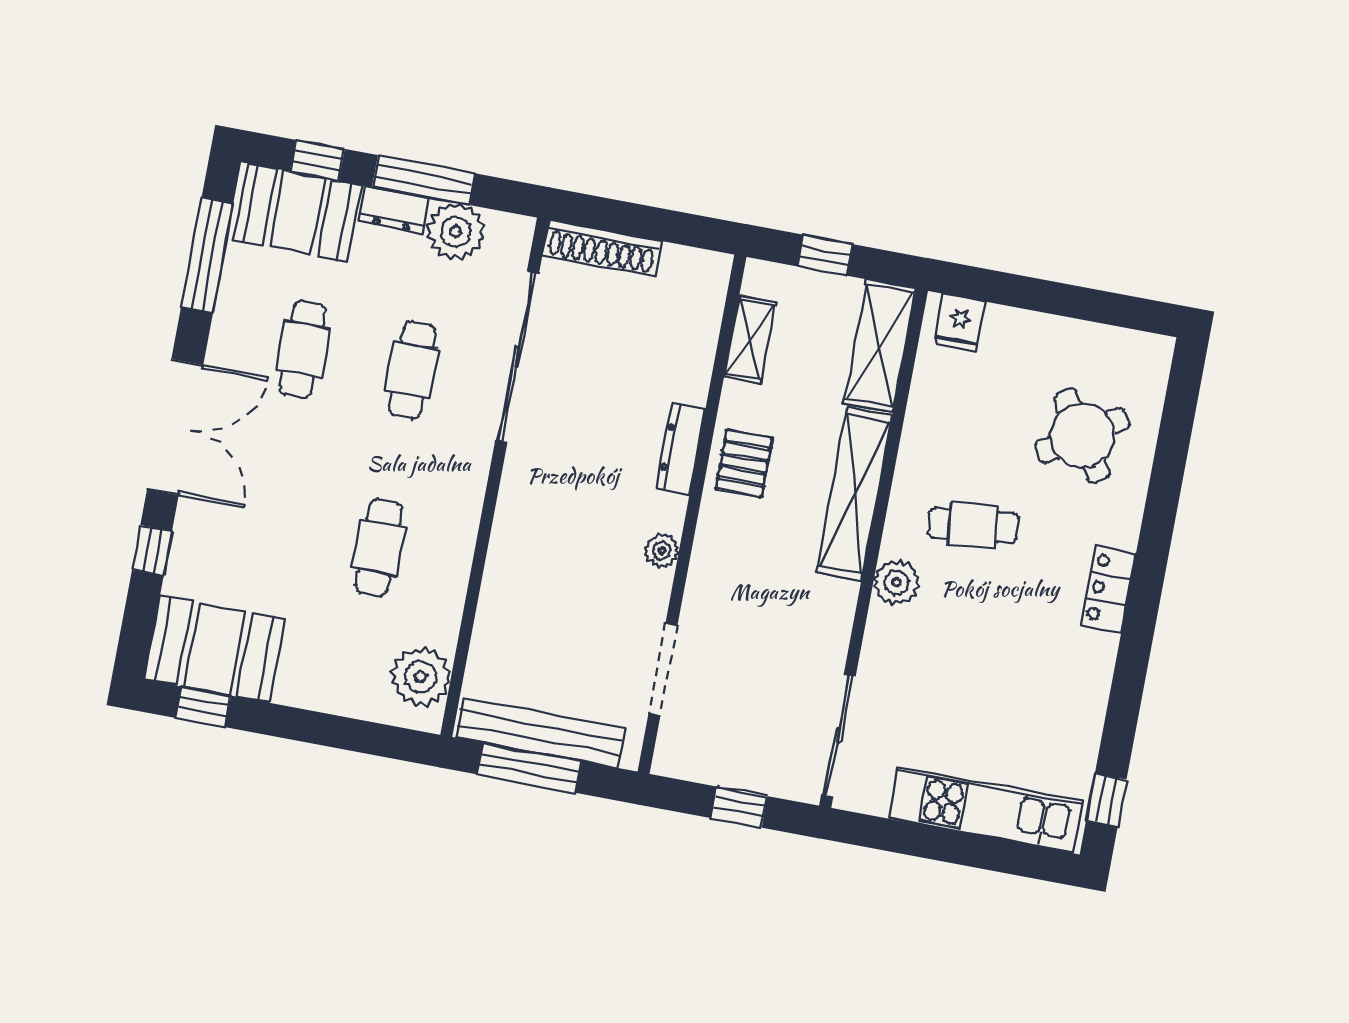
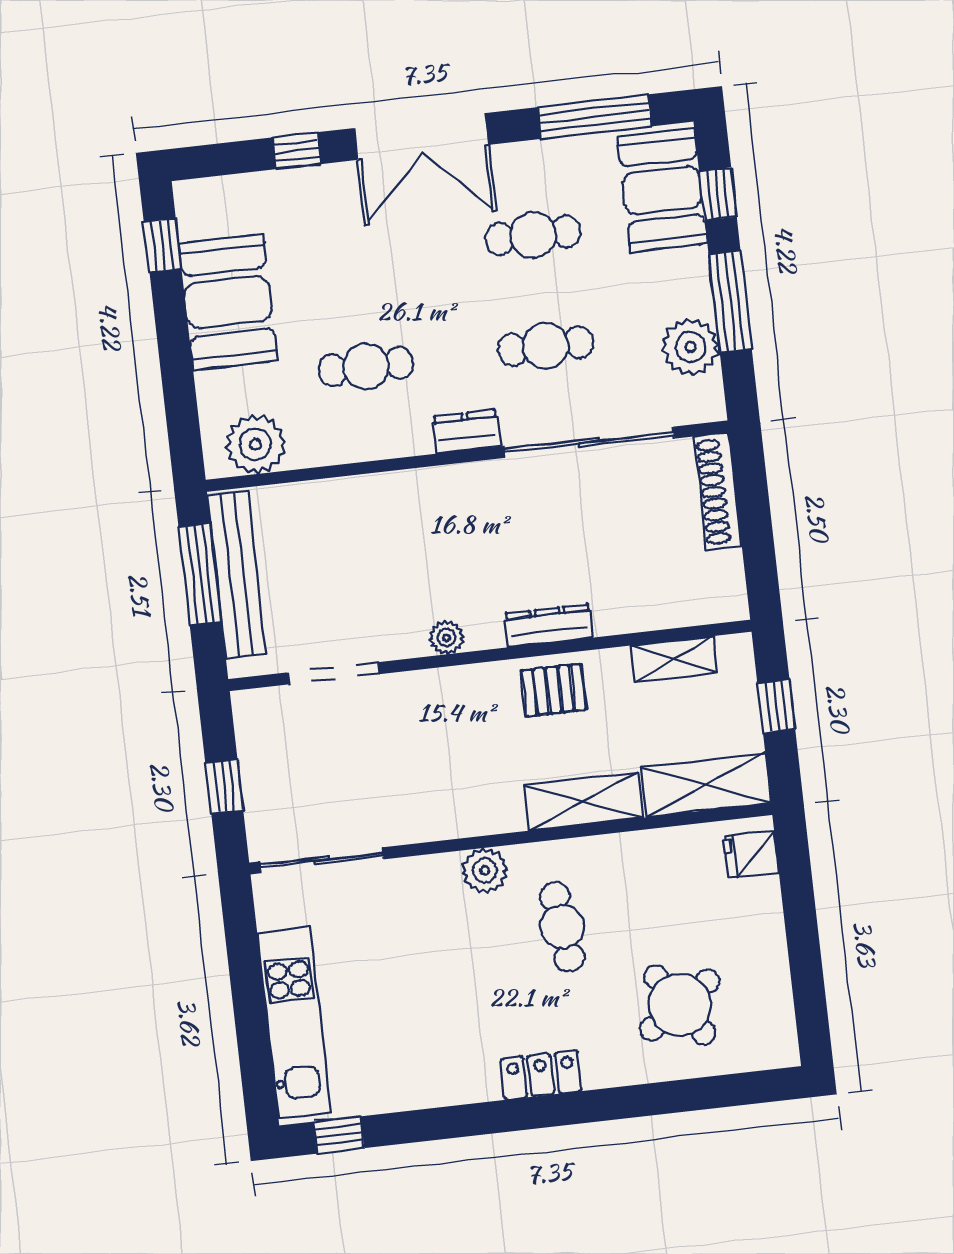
dresser: (394, 210) -> (467, 432), moved, turned 90
shelving: (854, 494) -> (584, 801), width x0.68
booth: (215, 649) -> (228, 302), moved

